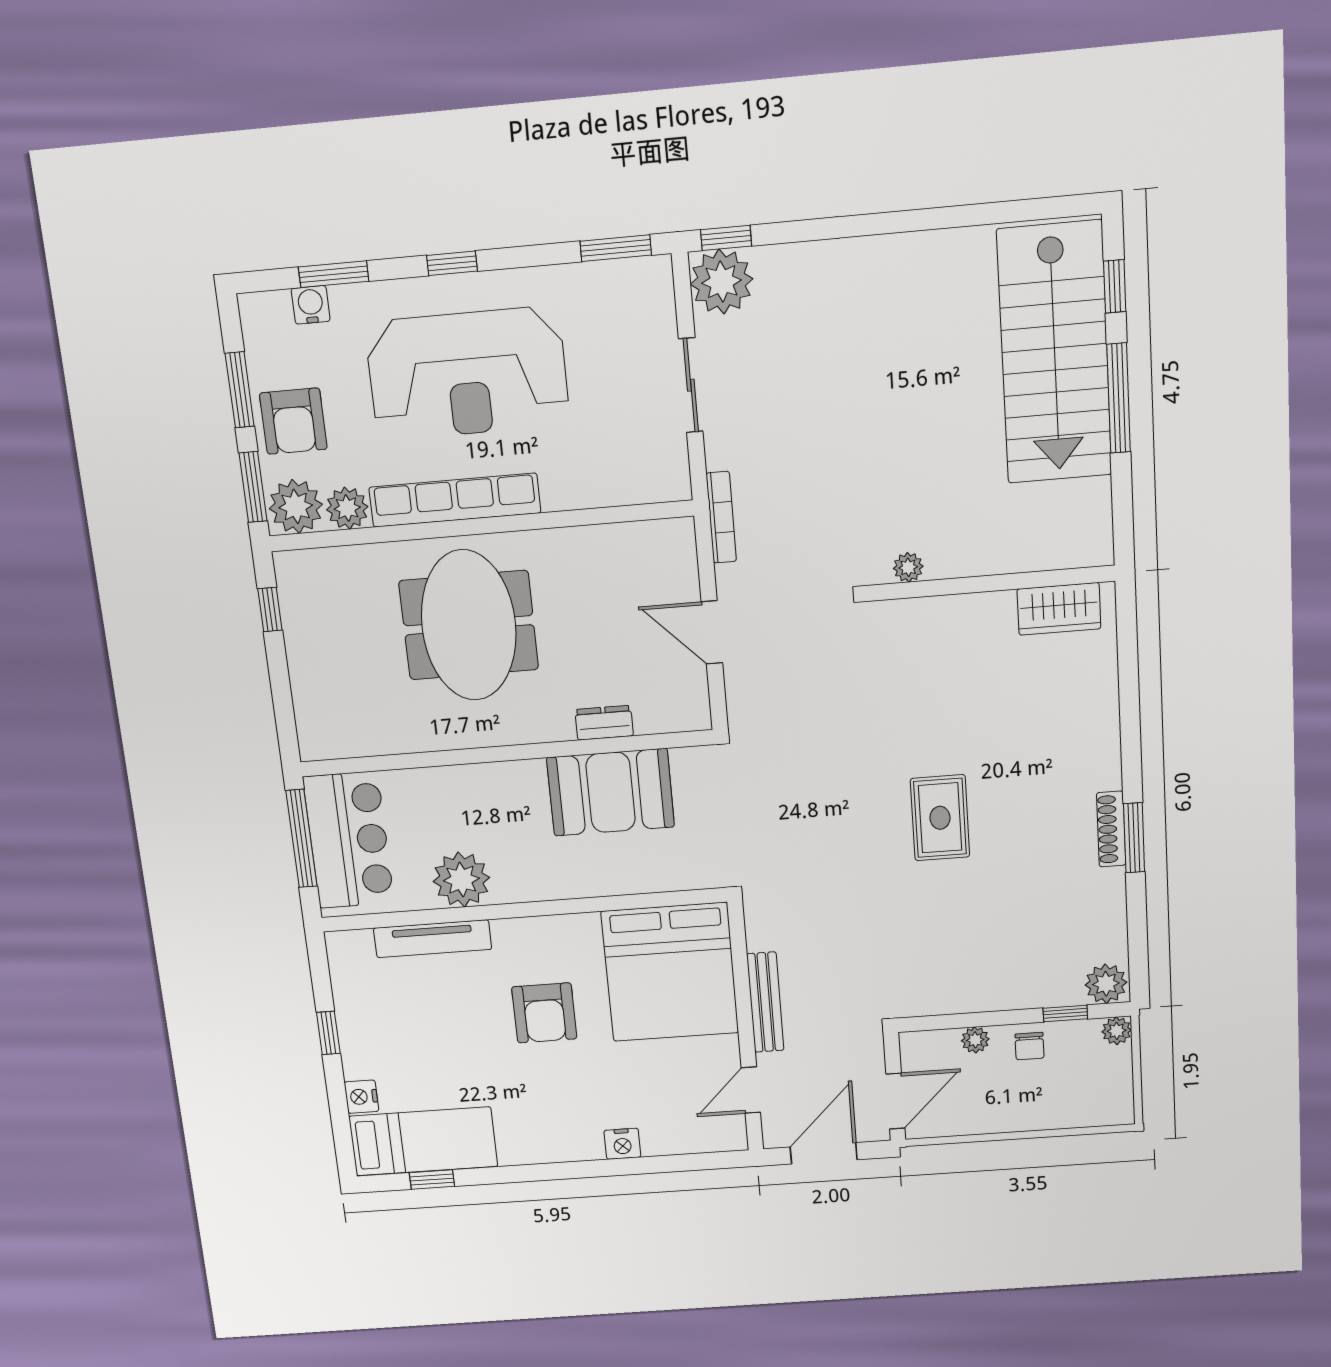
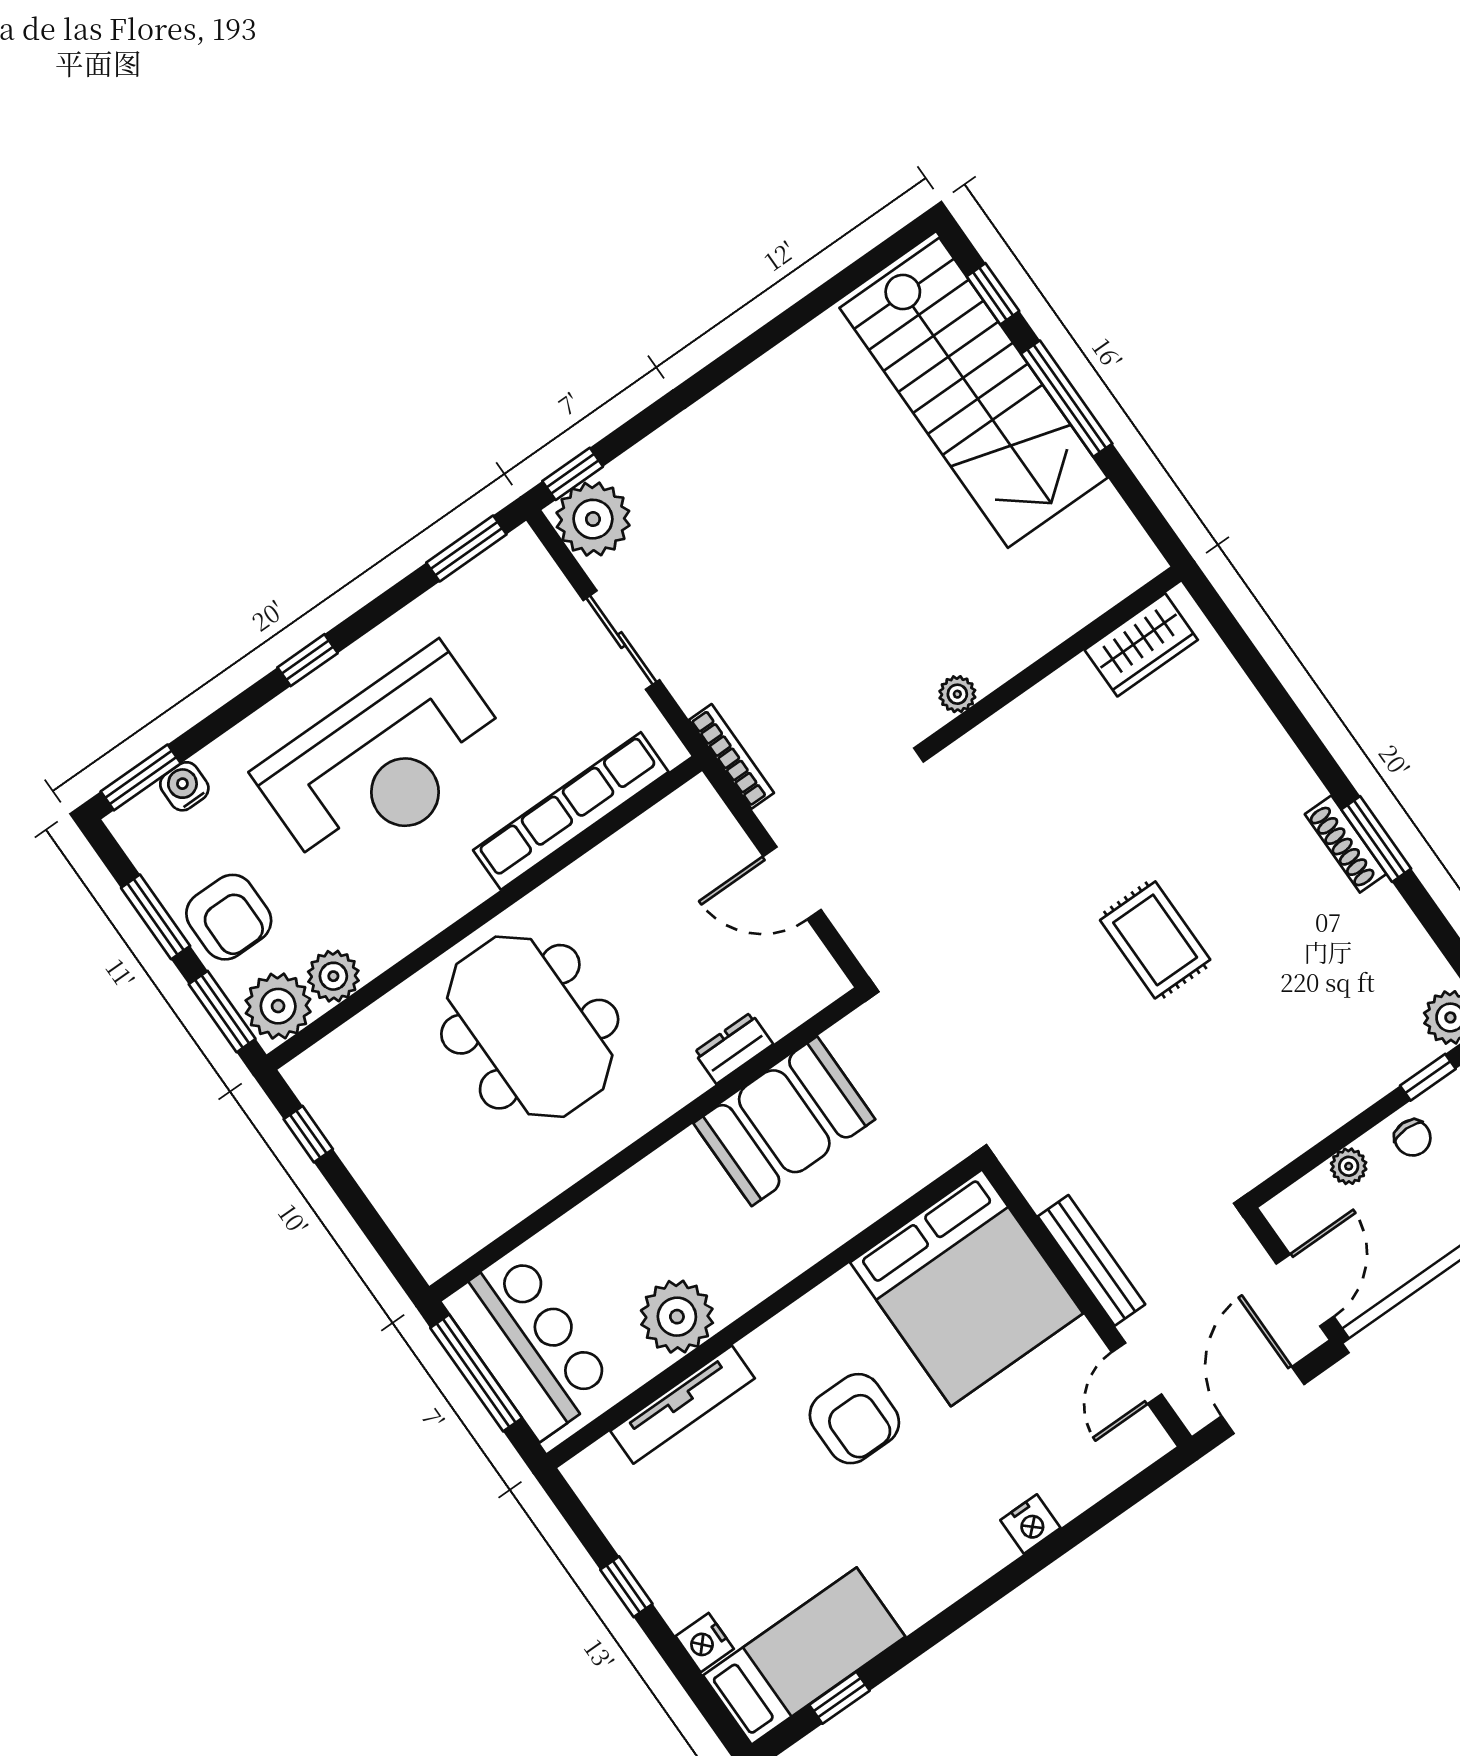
window: (334, 274) -> (141, 777), moved
row of seats: (455, 500) -> (571, 811), moved

